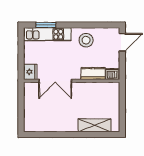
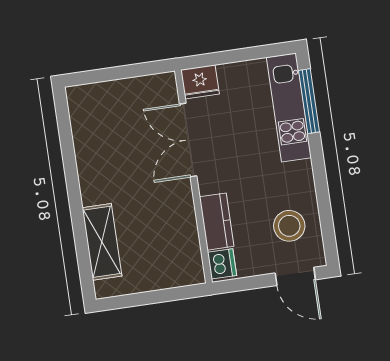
window: (46, 25) -> (309, 101), width x1.44
stool: (86, 40) -> (289, 226), moved

